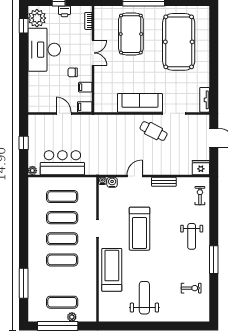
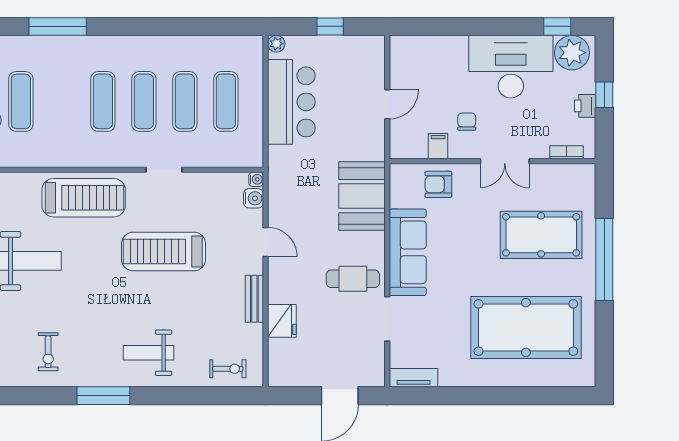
armchair: (105, 87) -> (438, 184), added
filing cabinet: (85, 107) -> (400, 145), removed
booth: (111, 126) -> (362, 196), added
cafe table: (154, 131) -> (353, 279), turned 63
fridge: (201, 168) -> (282, 321), moved

